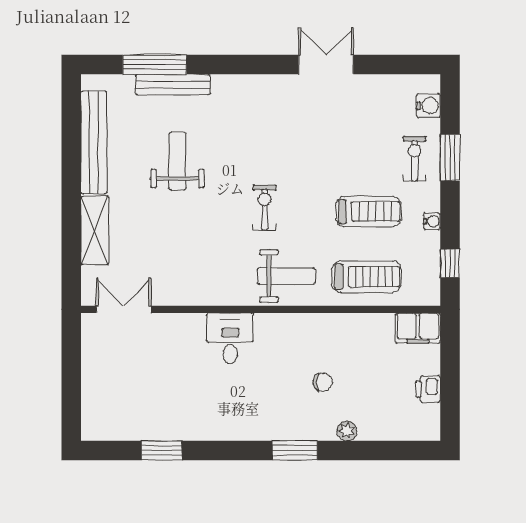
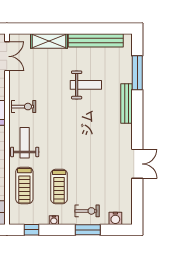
bench: (173, 85) -> (126, 103), moved
exercise bike: (265, 208) -> (24, 107), moved
weight bench: (286, 276) -> (25, 143), turned 180

